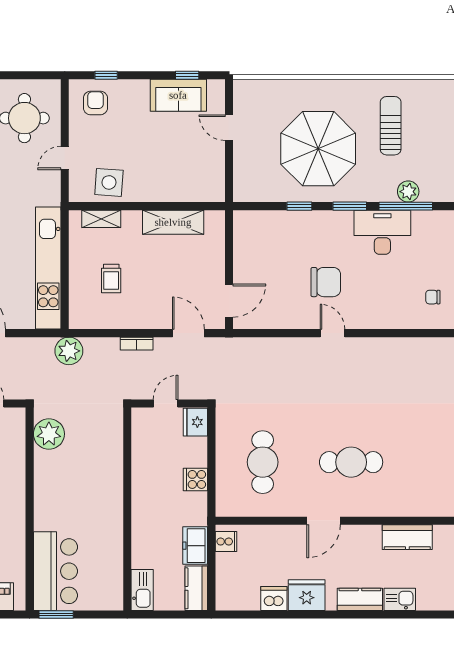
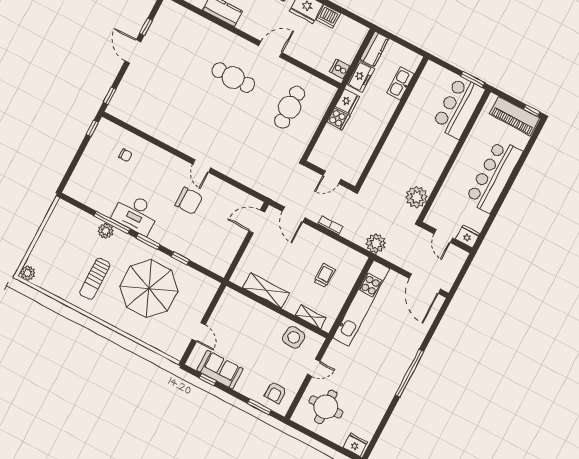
window: (106, 75) -> (259, 407), width x1.50
chair: (326, 282) -> (189, 201), turned 180
fridge: (195, 422) -> (347, 102), moved
kitchen sink: (142, 590) -> (400, 83), moved

